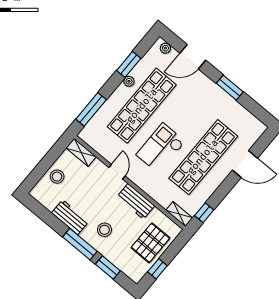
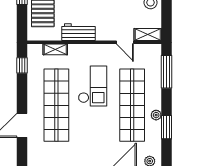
door: (117, 172) -> (125, 42), moved
shelving: (179, 214) -> (55, 49), moved

